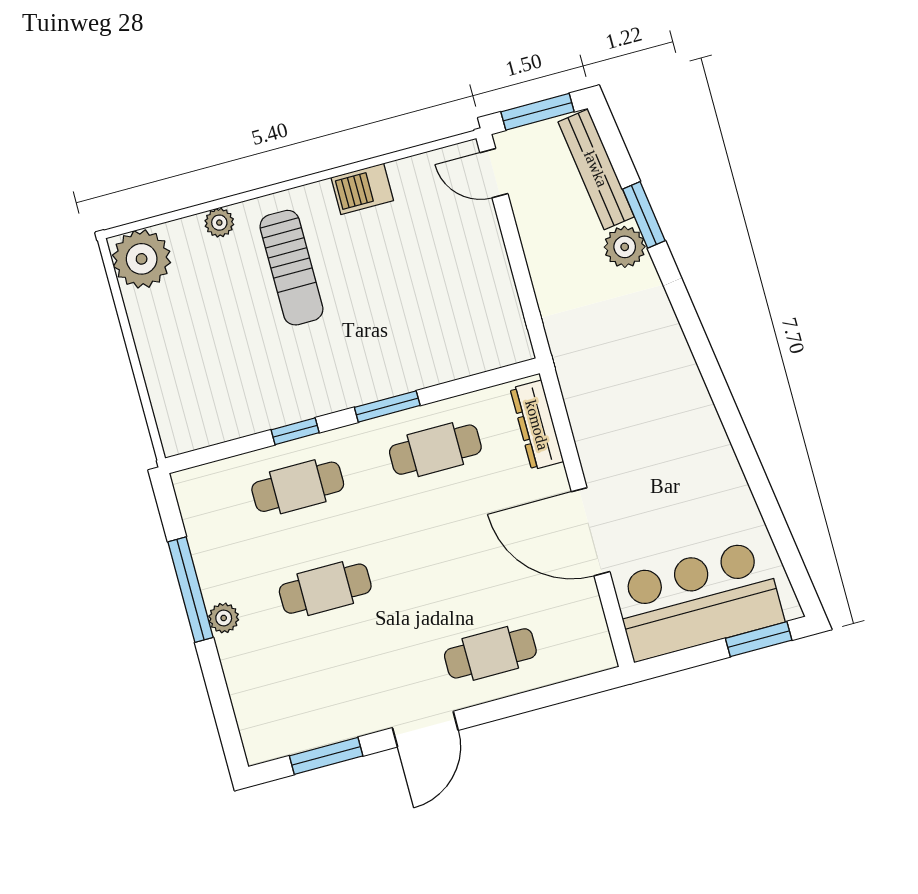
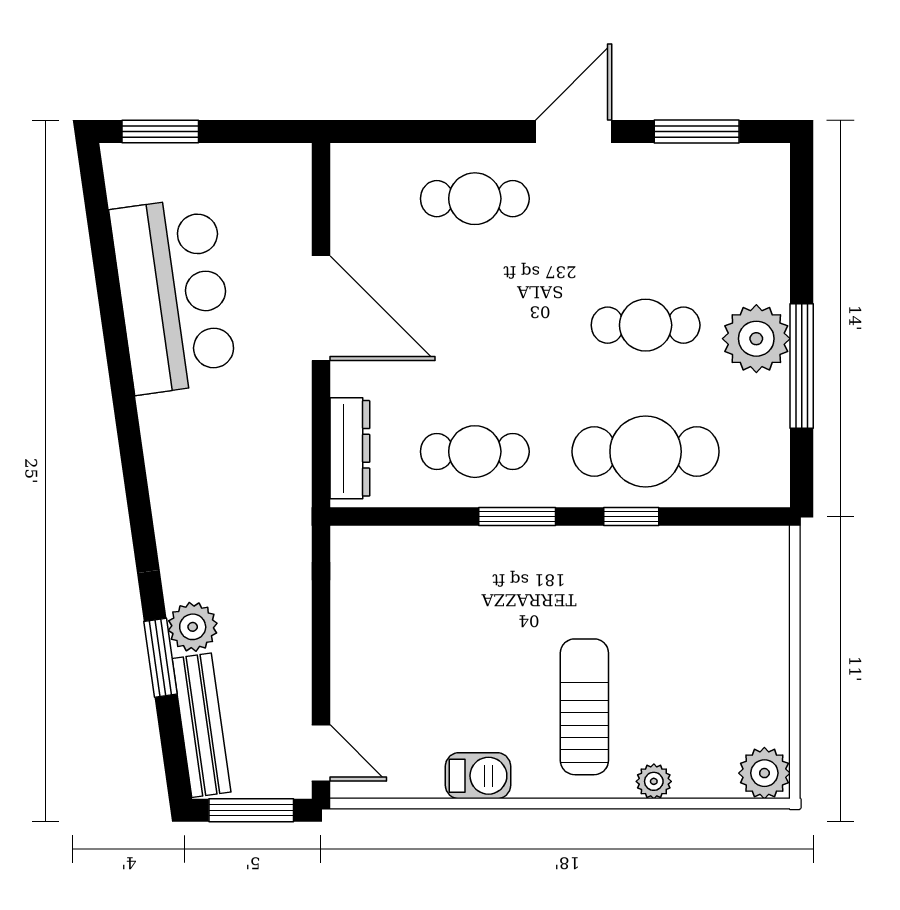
plant: (142, 259) -> (764, 773), width x0.73, depth x0.73
cafe table: (298, 487) -> (646, 452), width x1.37, depth x1.35
bar counter: (698, 600) -> (173, 295), moved, turned -98
plant: (224, 618) -> (756, 339), width x1.88, depth x1.88

